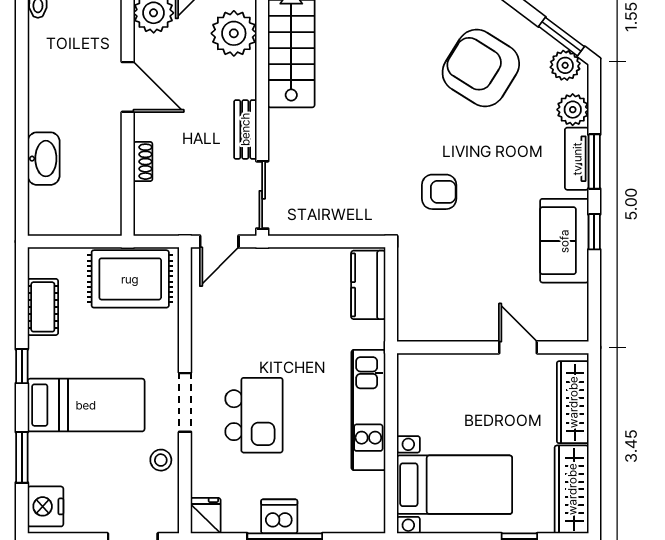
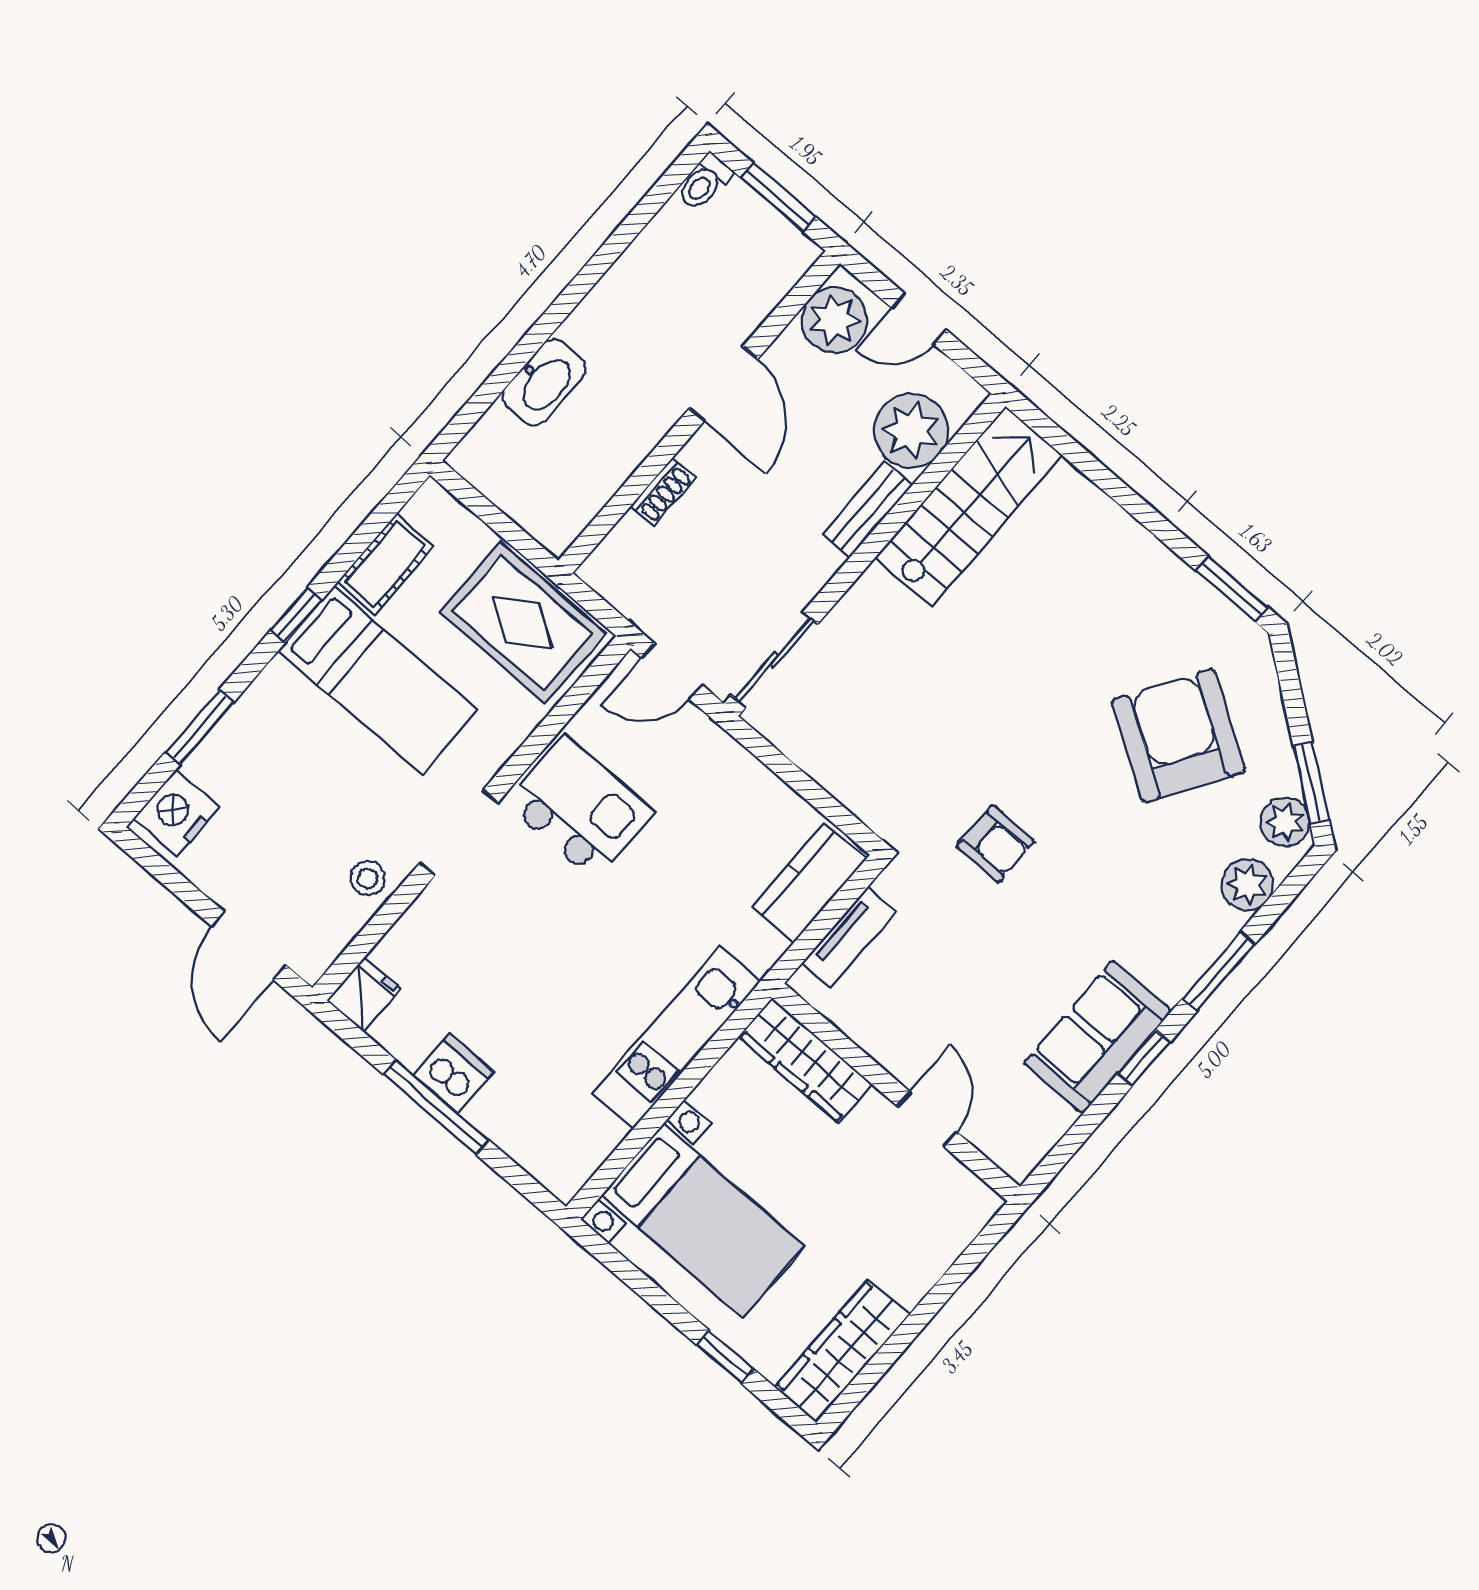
bench: (245, 129) -> (867, 510), moved
tv unit: (577, 159) -> (849, 937), moved, turned 180
wardrobe: (573, 402) -> (806, 1061), moved, turned -90
bed: (86, 405) -> (378, 680), moved
kitchen island: (254, 415) -> (580, 808), moved, turned -90

